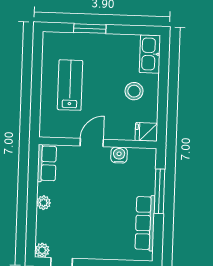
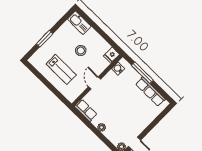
lab bench: (70, 85) -> (61, 70), turned 180
stool: (134, 91) -> (81, 51), moved
water cooler: (119, 155) -> (118, 69), moved

